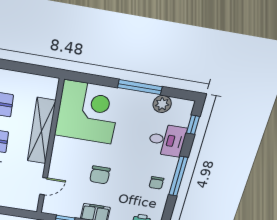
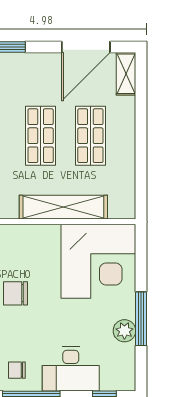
plant: (162, 104) -> (124, 331), moved
desk: (167, 140) -> (71, 369), width x1.37

